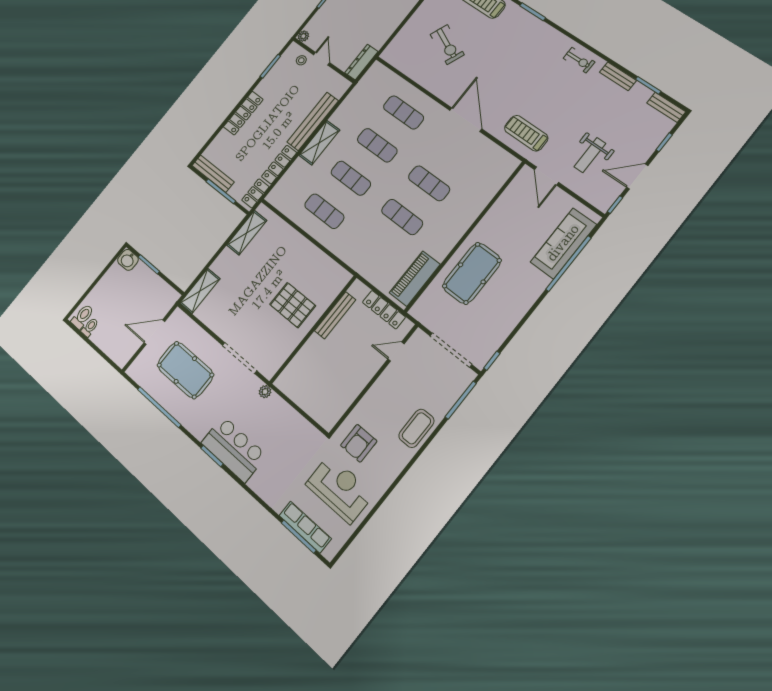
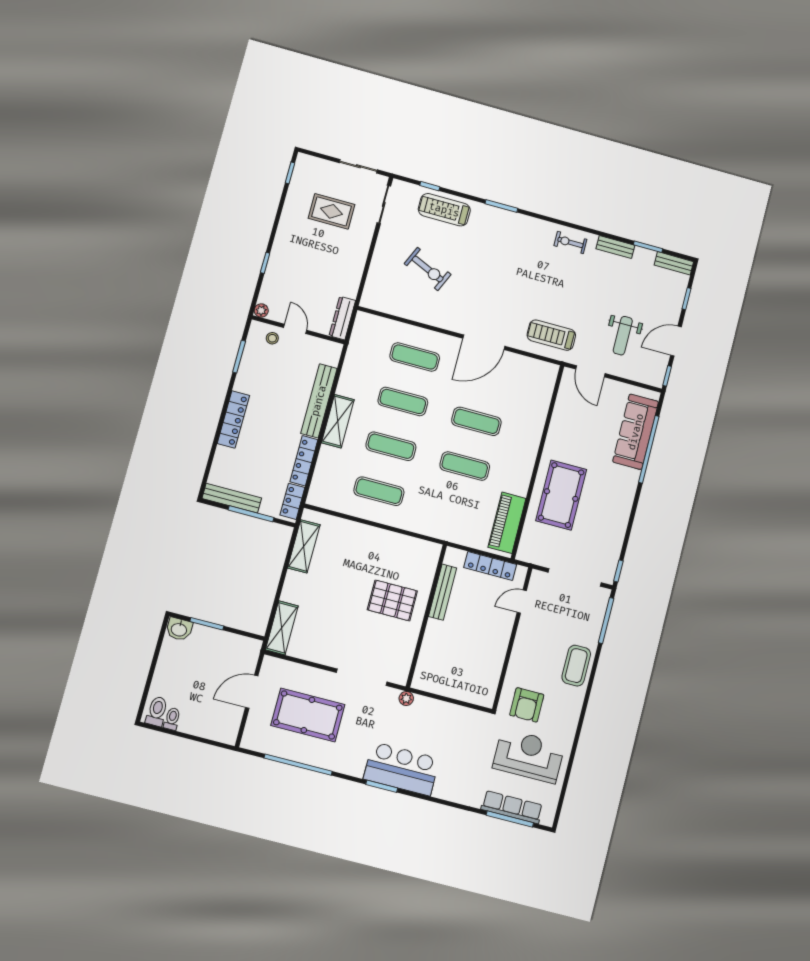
exercise bike: (579, 60) -> (570, 242), turned 180
door: (466, 120) -> (484, 342), swing flipped

